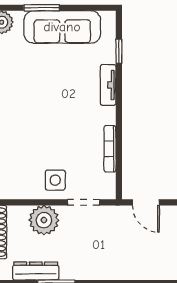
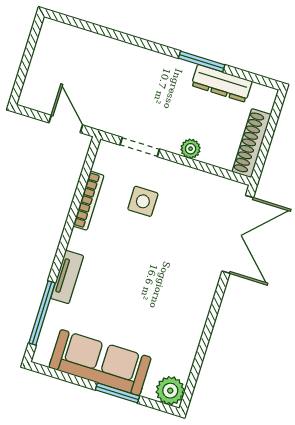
window: (119, 51) -> (42, 313), width x2.17
side table: (55, 180) -> (143, 201), moved
plant: (44, 220) -> (191, 149), width x0.53, depth x0.53

